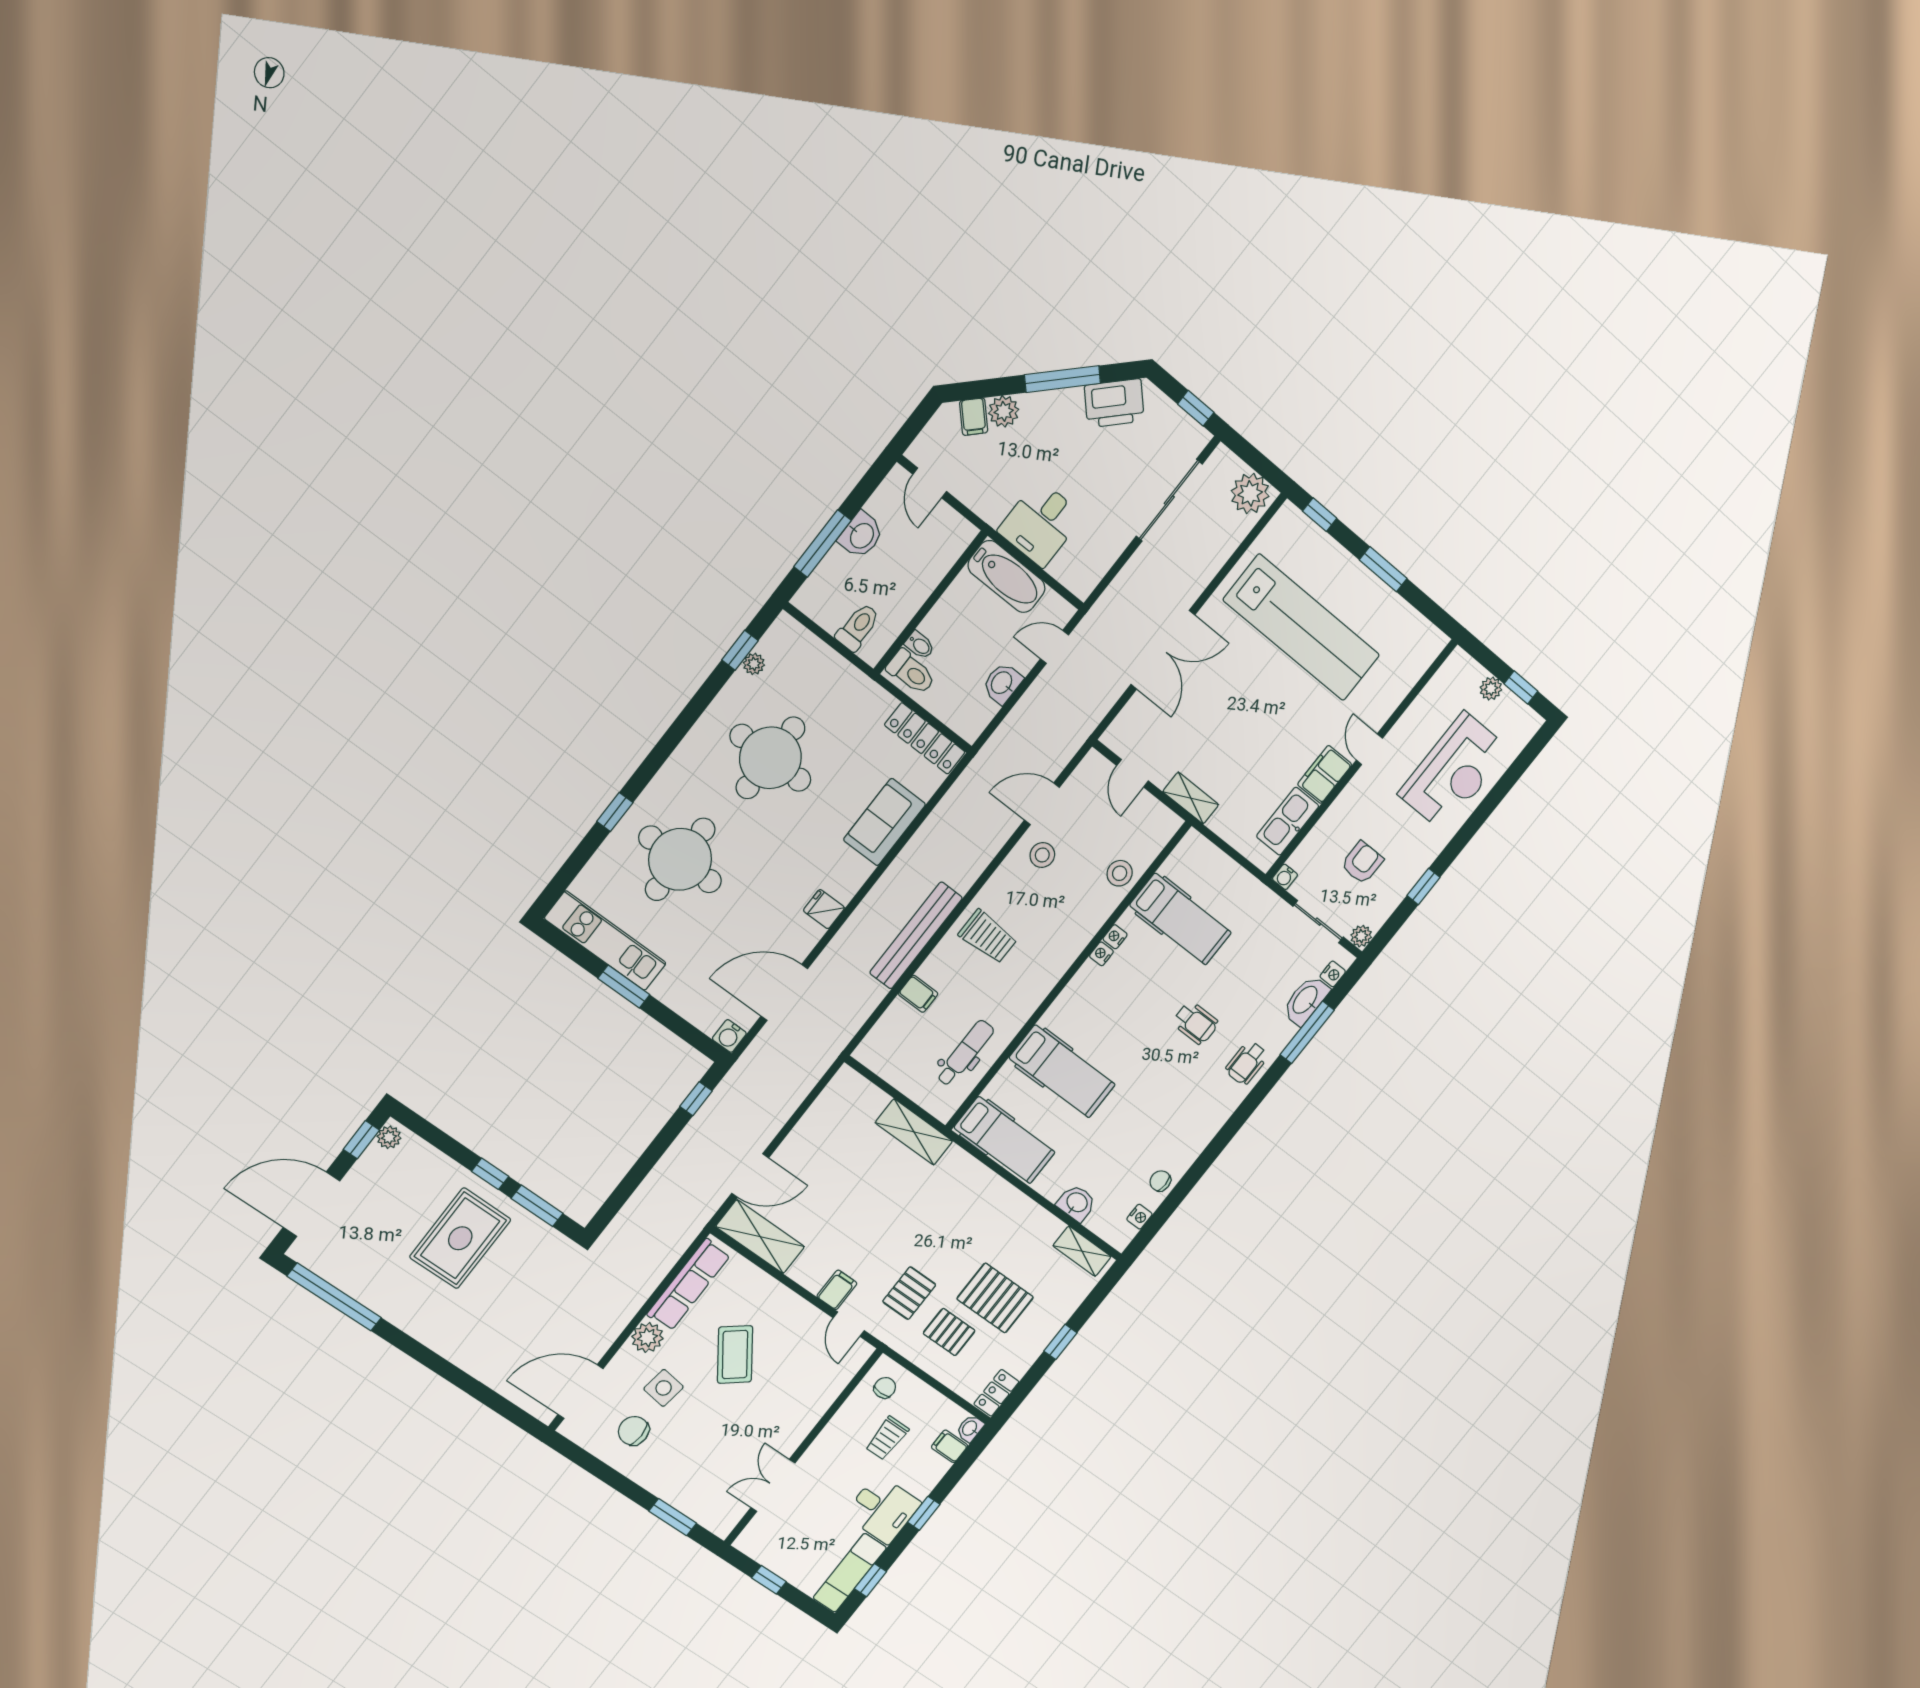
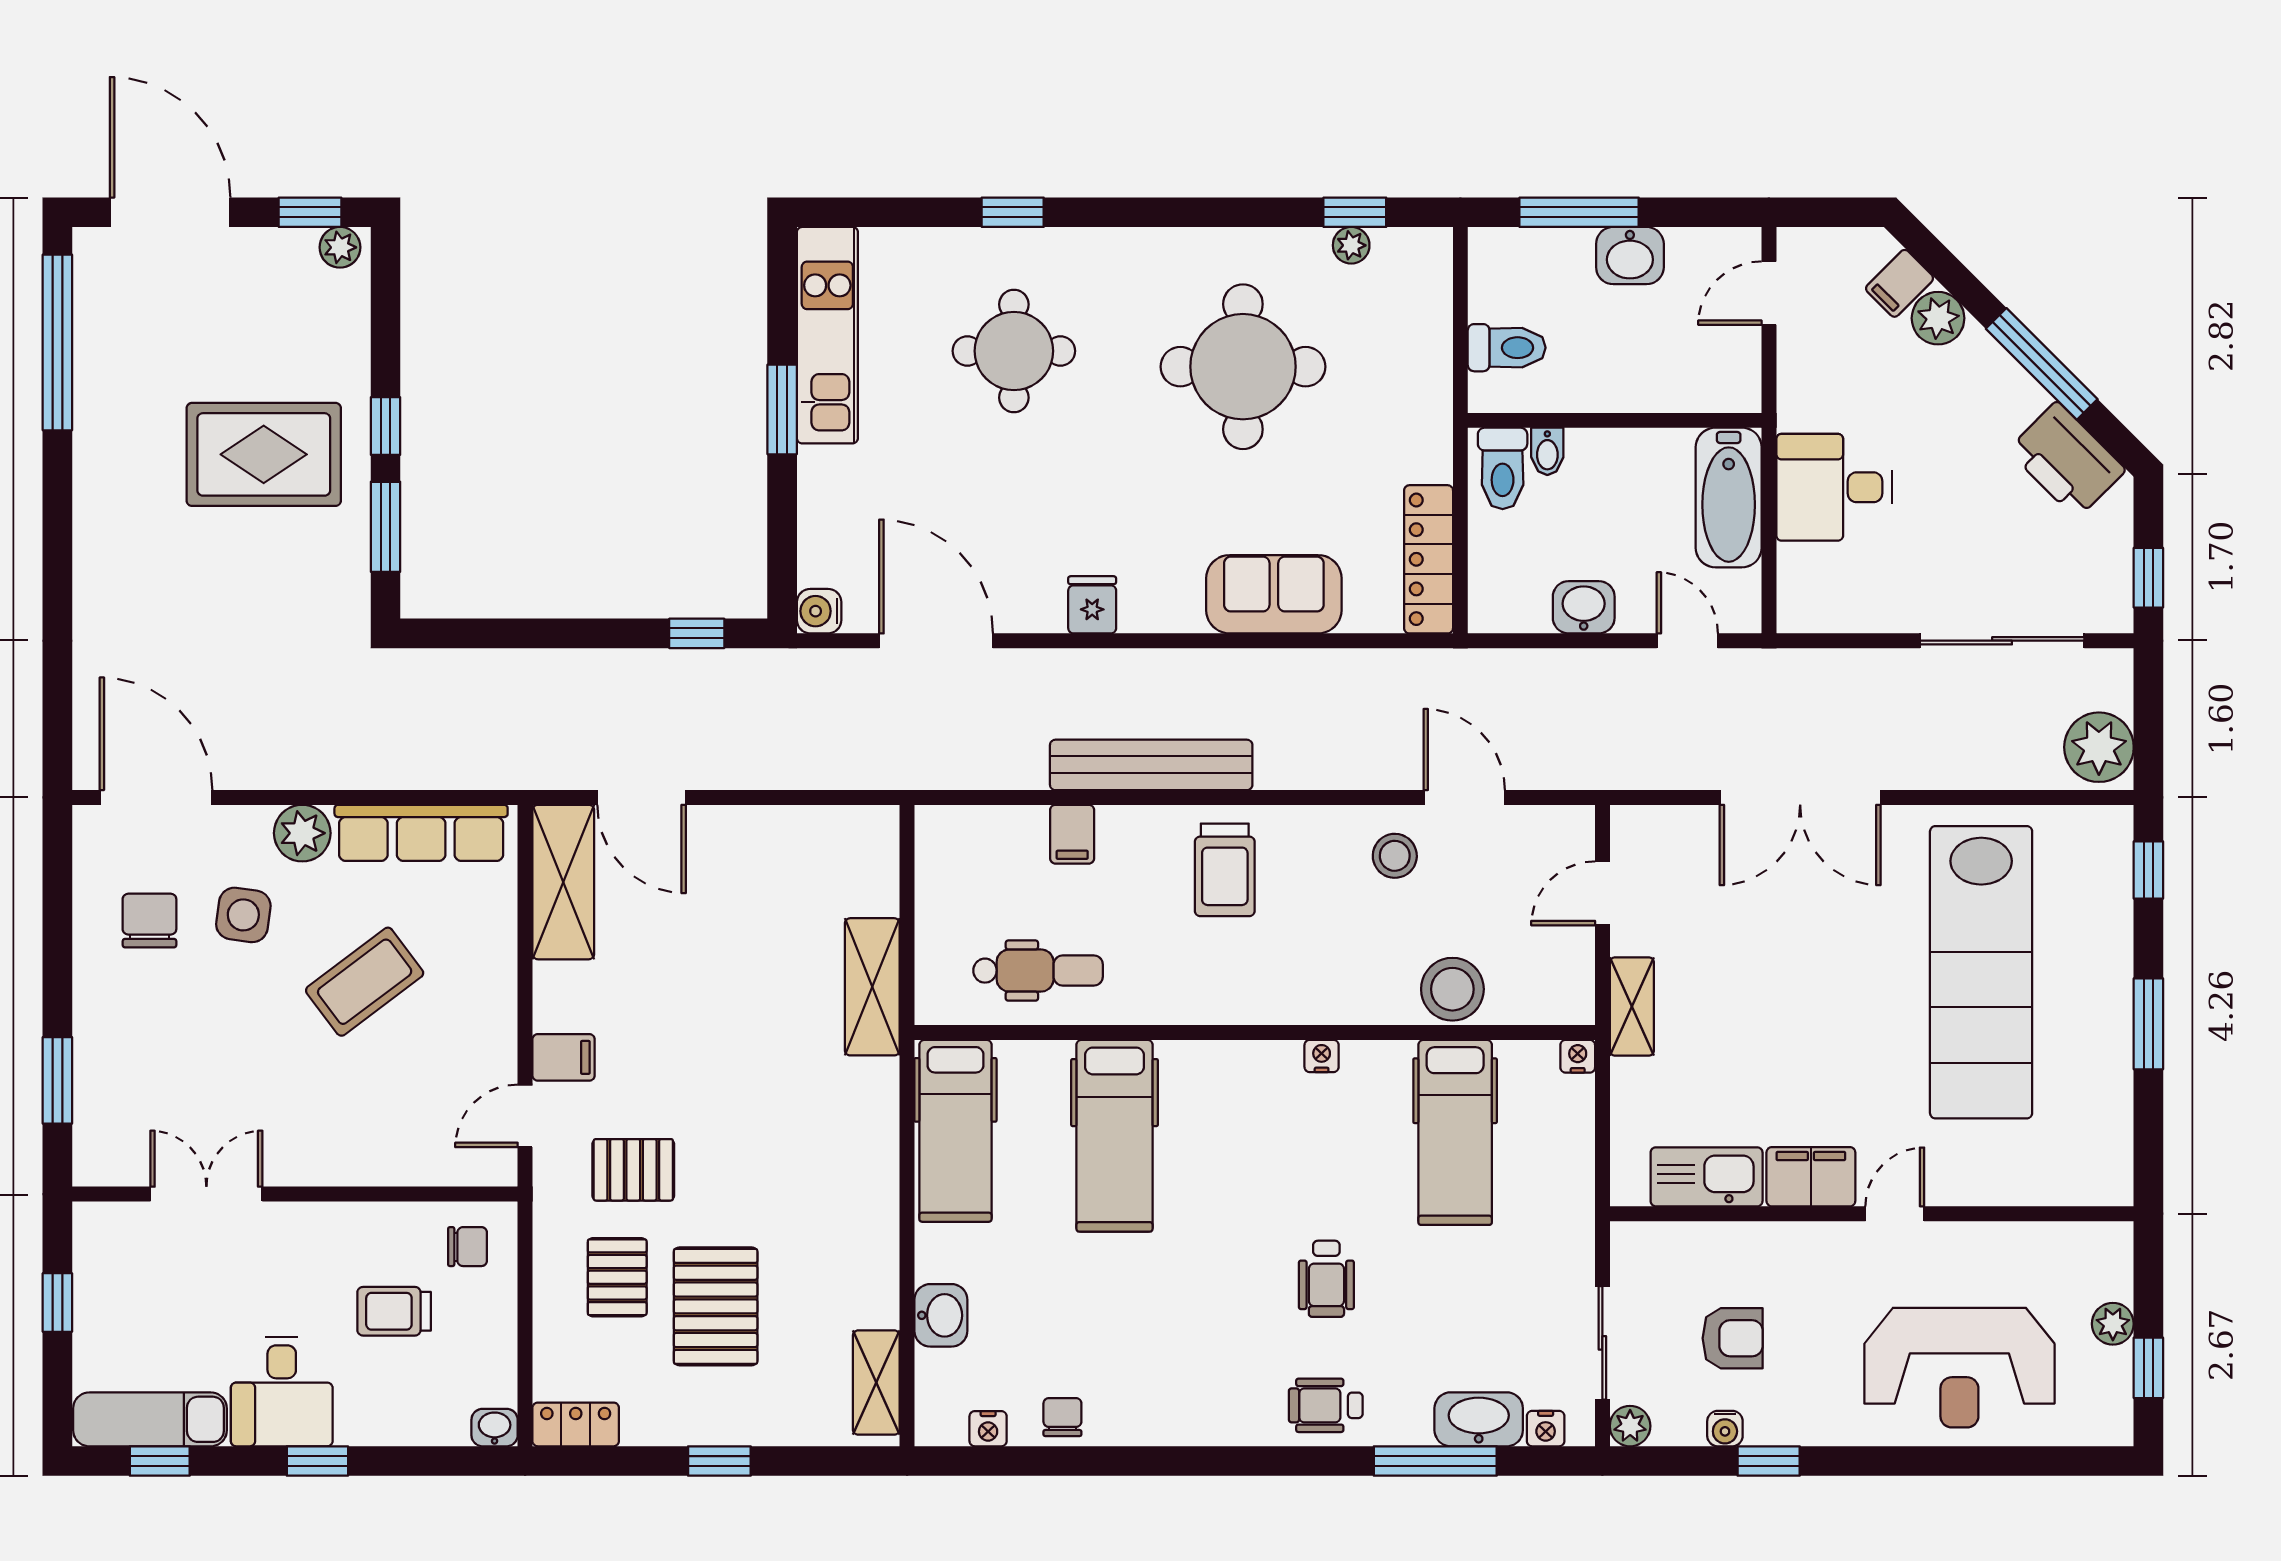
round table: (680, 859) -> (1014, 351), width x0.73, depth x0.73
stool: (1120, 873) -> (1452, 989), width x1.38, depth x1.38
water cooler: (1285, 877) -> (1725, 1429), moved, turned -90
nightstand: (1115, 937) -> (1578, 1056), moved
filing cabinet: (949, 1446) -> (446, 1418), removed

